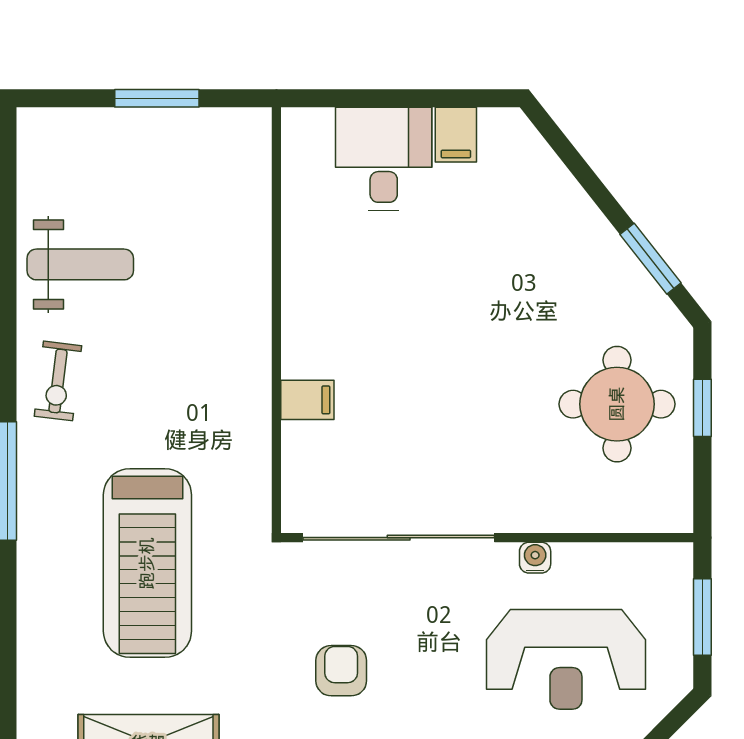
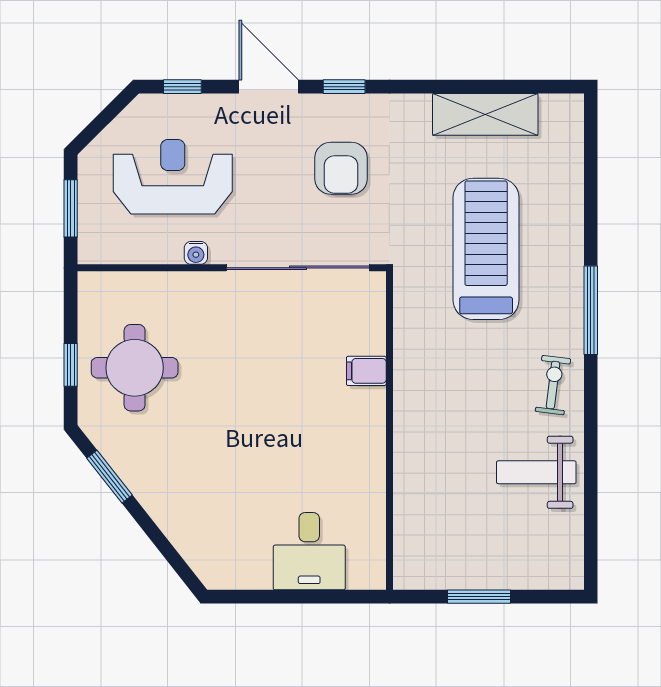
filing cabinet: (456, 135) -> (255, 569), removed
armchair: (341, 671) -> (341, 168), width x1.38, depth x1.38

